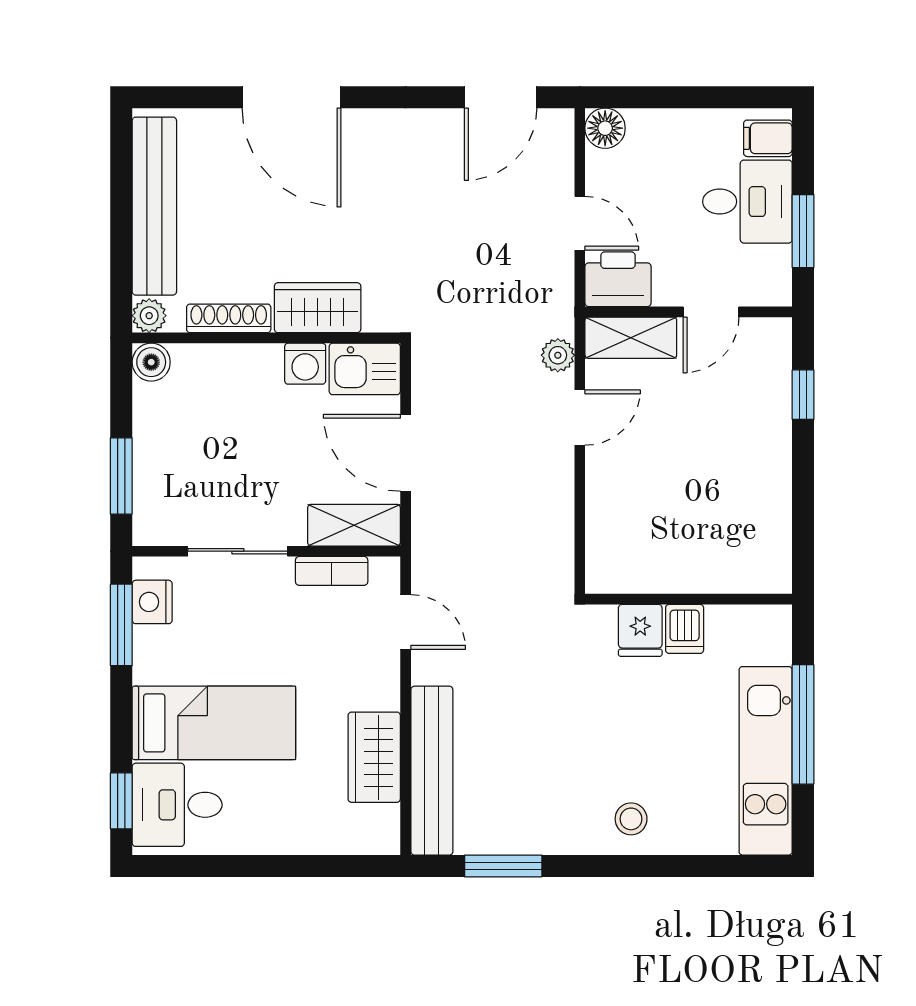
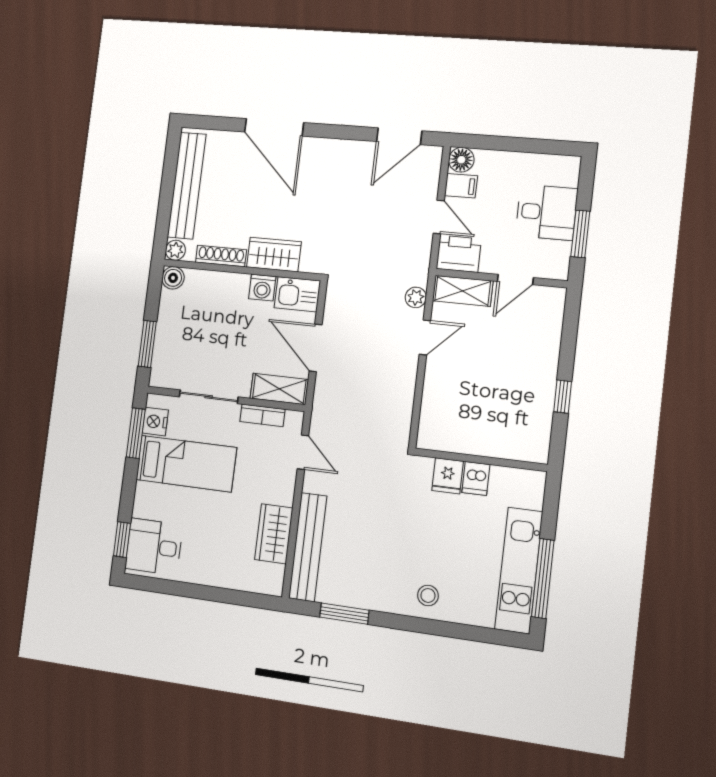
filing cabinet: (768, 138) -> (461, 186), moved, turned 180
window: (803, 395) -> (563, 397), moved
bed: (214, 723) -> (186, 464), moved
window: (803, 724) -> (543, 578), moved

